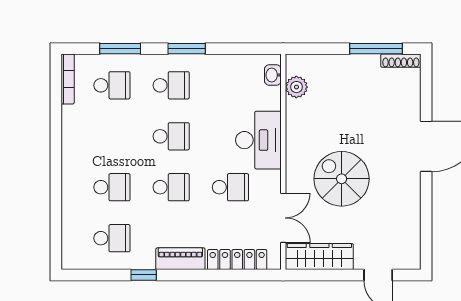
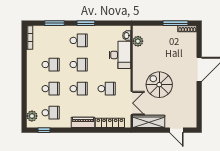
school desk: (112, 85) -> (51, 65), moved
desk: (258, 140) -> (120, 55), moved
plant: (73, 245) -> (32, 116), added
window: (144, 275) -> (44, 130), moved

